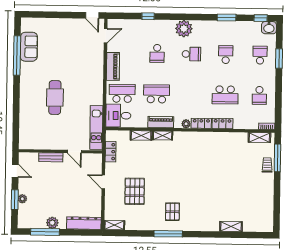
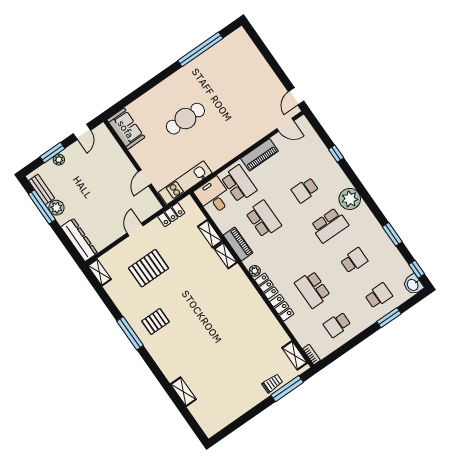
sofa: (29, 47) -> (126, 129), moved, turned -90
school desk: (191, 54) -> (329, 225), width x1.85
bench: (51, 157) -> (42, 189), moved

